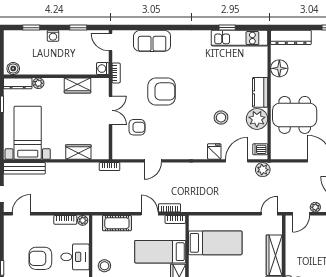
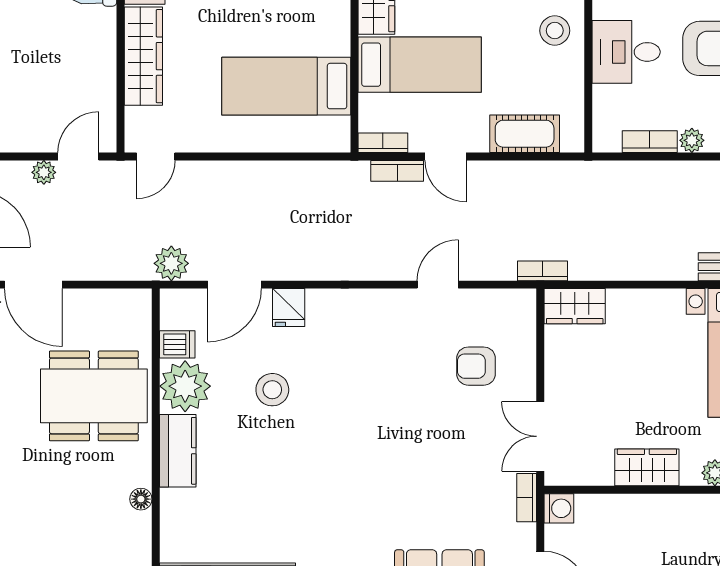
floor lamp: (279, 68) -> (141, 499), width x0.53, depth x0.53
wardrobe: (77, 85) -> (647, 467), moved
armchair: (162, 91) -> (416, 453), removed
double door: (110, 110) -> (540, 436), moved
dishwasher: (260, 149) -> (177, 344), moved
wardrobe: (78, 152) -> (575, 306), moved
plant: (83, 220) -> (692, 140), moved

